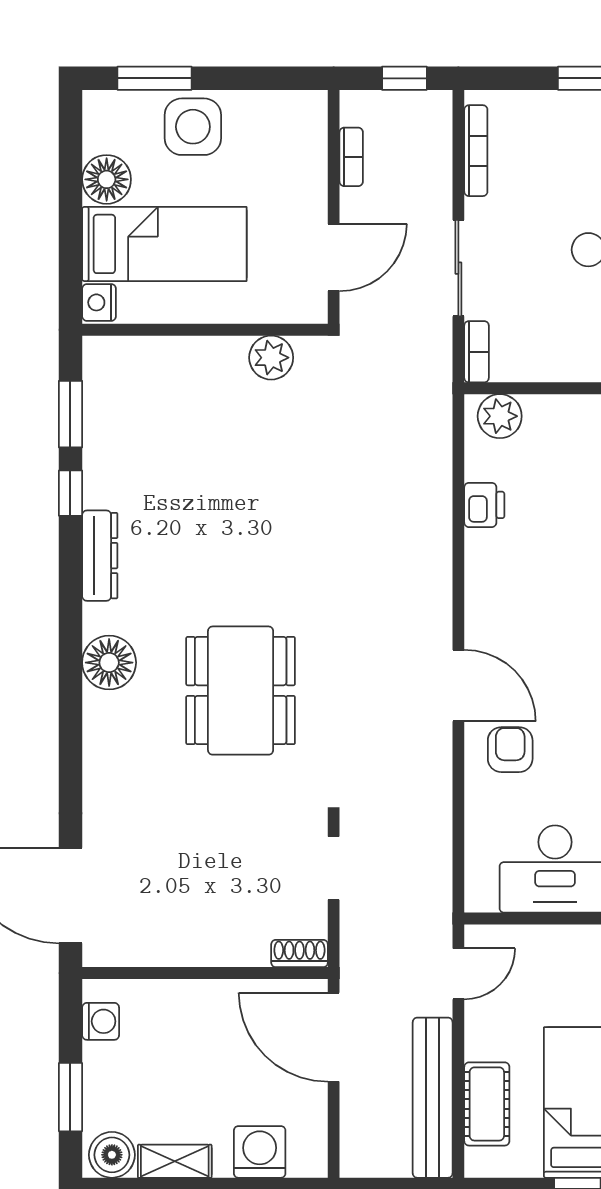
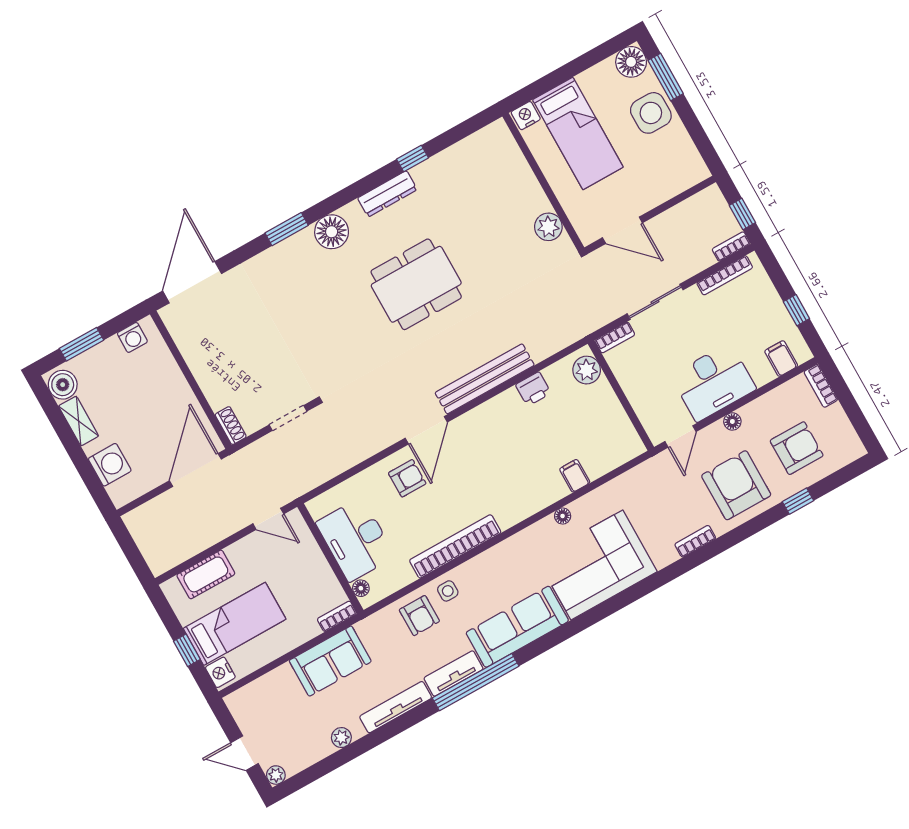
bookcase: (351, 157) -> (731, 246), moved, turned 180
floor lamp: (107, 179) -> (631, 62), moved
window: (70, 414) -> (287, 229), moved
dining table: (241, 691) -> (416, 284), moved
bench: (433, 1098) -> (485, 379), moved

